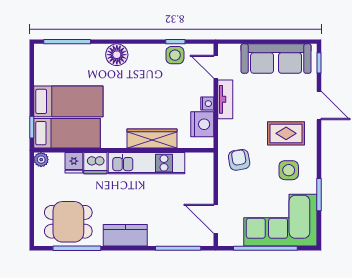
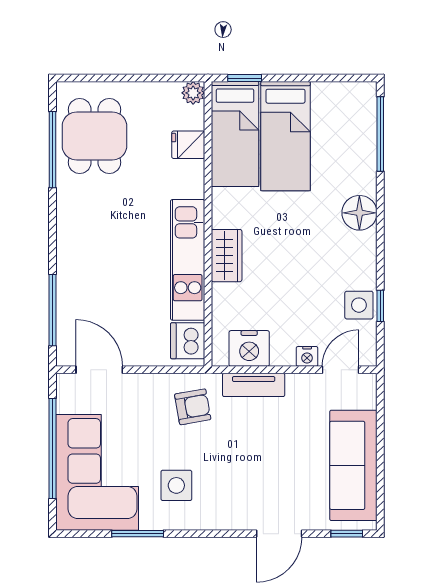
tv unit: (225, 99) -> (254, 385), moved
nightstand: (207, 104) -> (307, 356), moved
rug: (286, 133) -> (235, 481), removed
wardrobe: (152, 139) -> (227, 256), width x0.67
dishwasher: (95, 163) -> (188, 341), moved
door: (216, 219) -> (99, 370), hinge flipped
kitchen counter: (125, 235) -> (73, 226), removed

